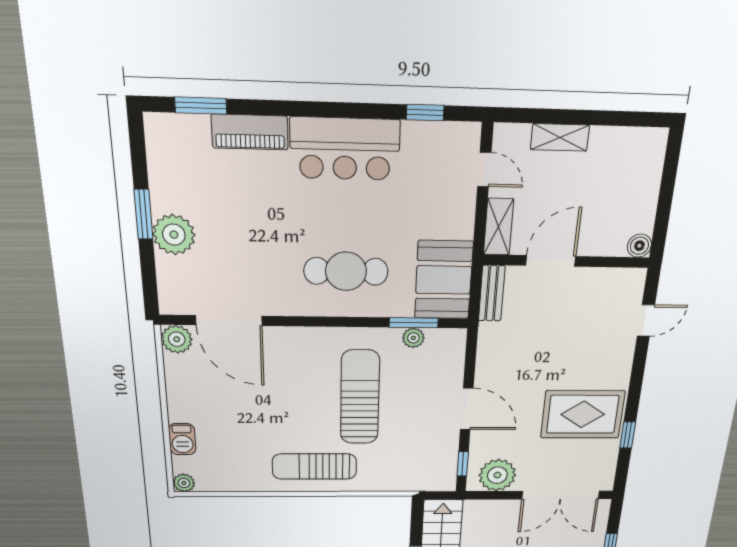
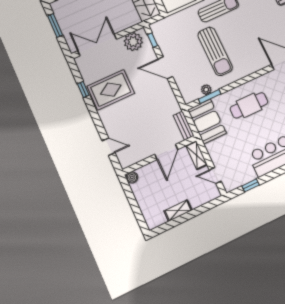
shelving: (560, 137) -> (178, 211), moved
door: (646, 321) -> (109, 147), swing flipped

